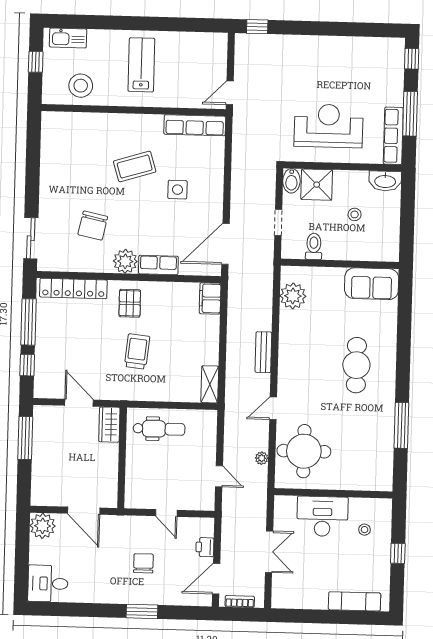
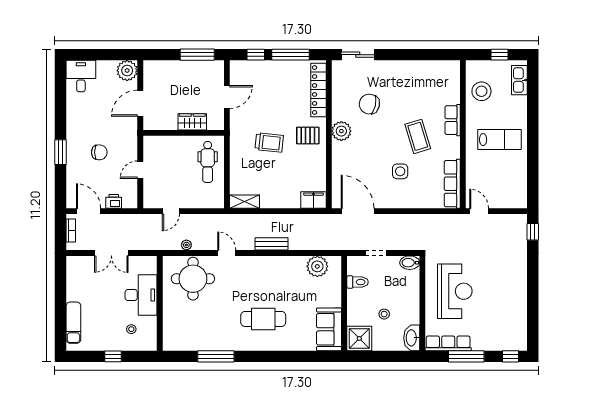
shower: (317, 185) -> (359, 338), moved
row of seats: (158, 265) -> (453, 120), moved, turned 180
wardrobe: (109, 425) -> (192, 122), moved

